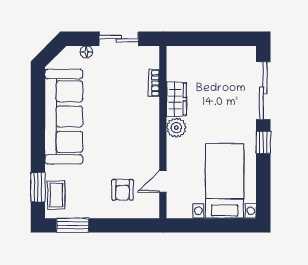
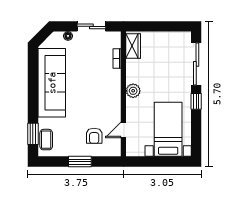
wardrobe: (176, 99) -> (133, 46), moved
window: (73, 225) -> (80, 162), moved

